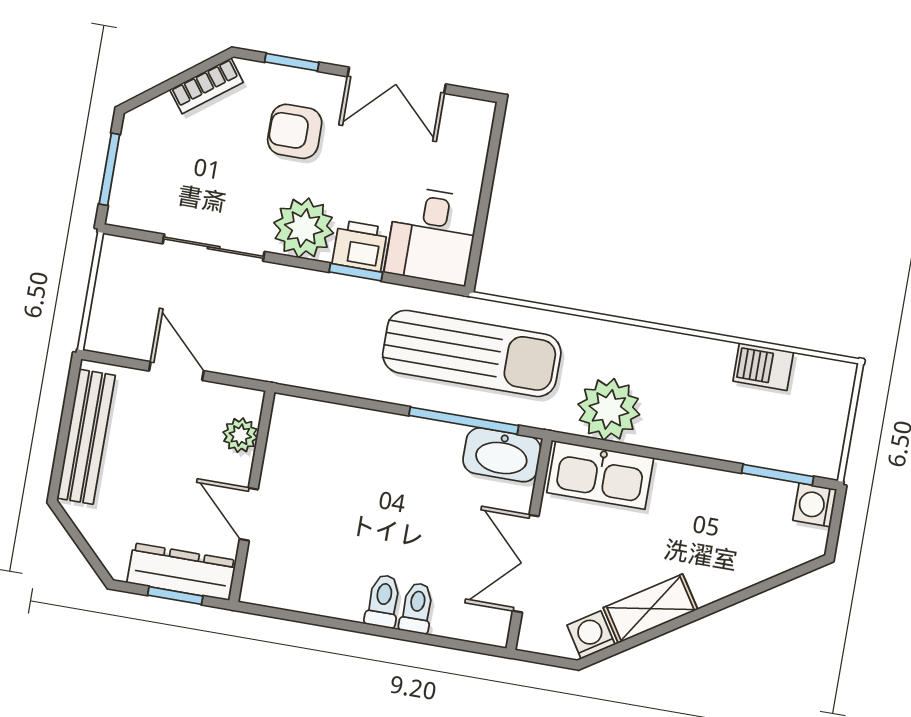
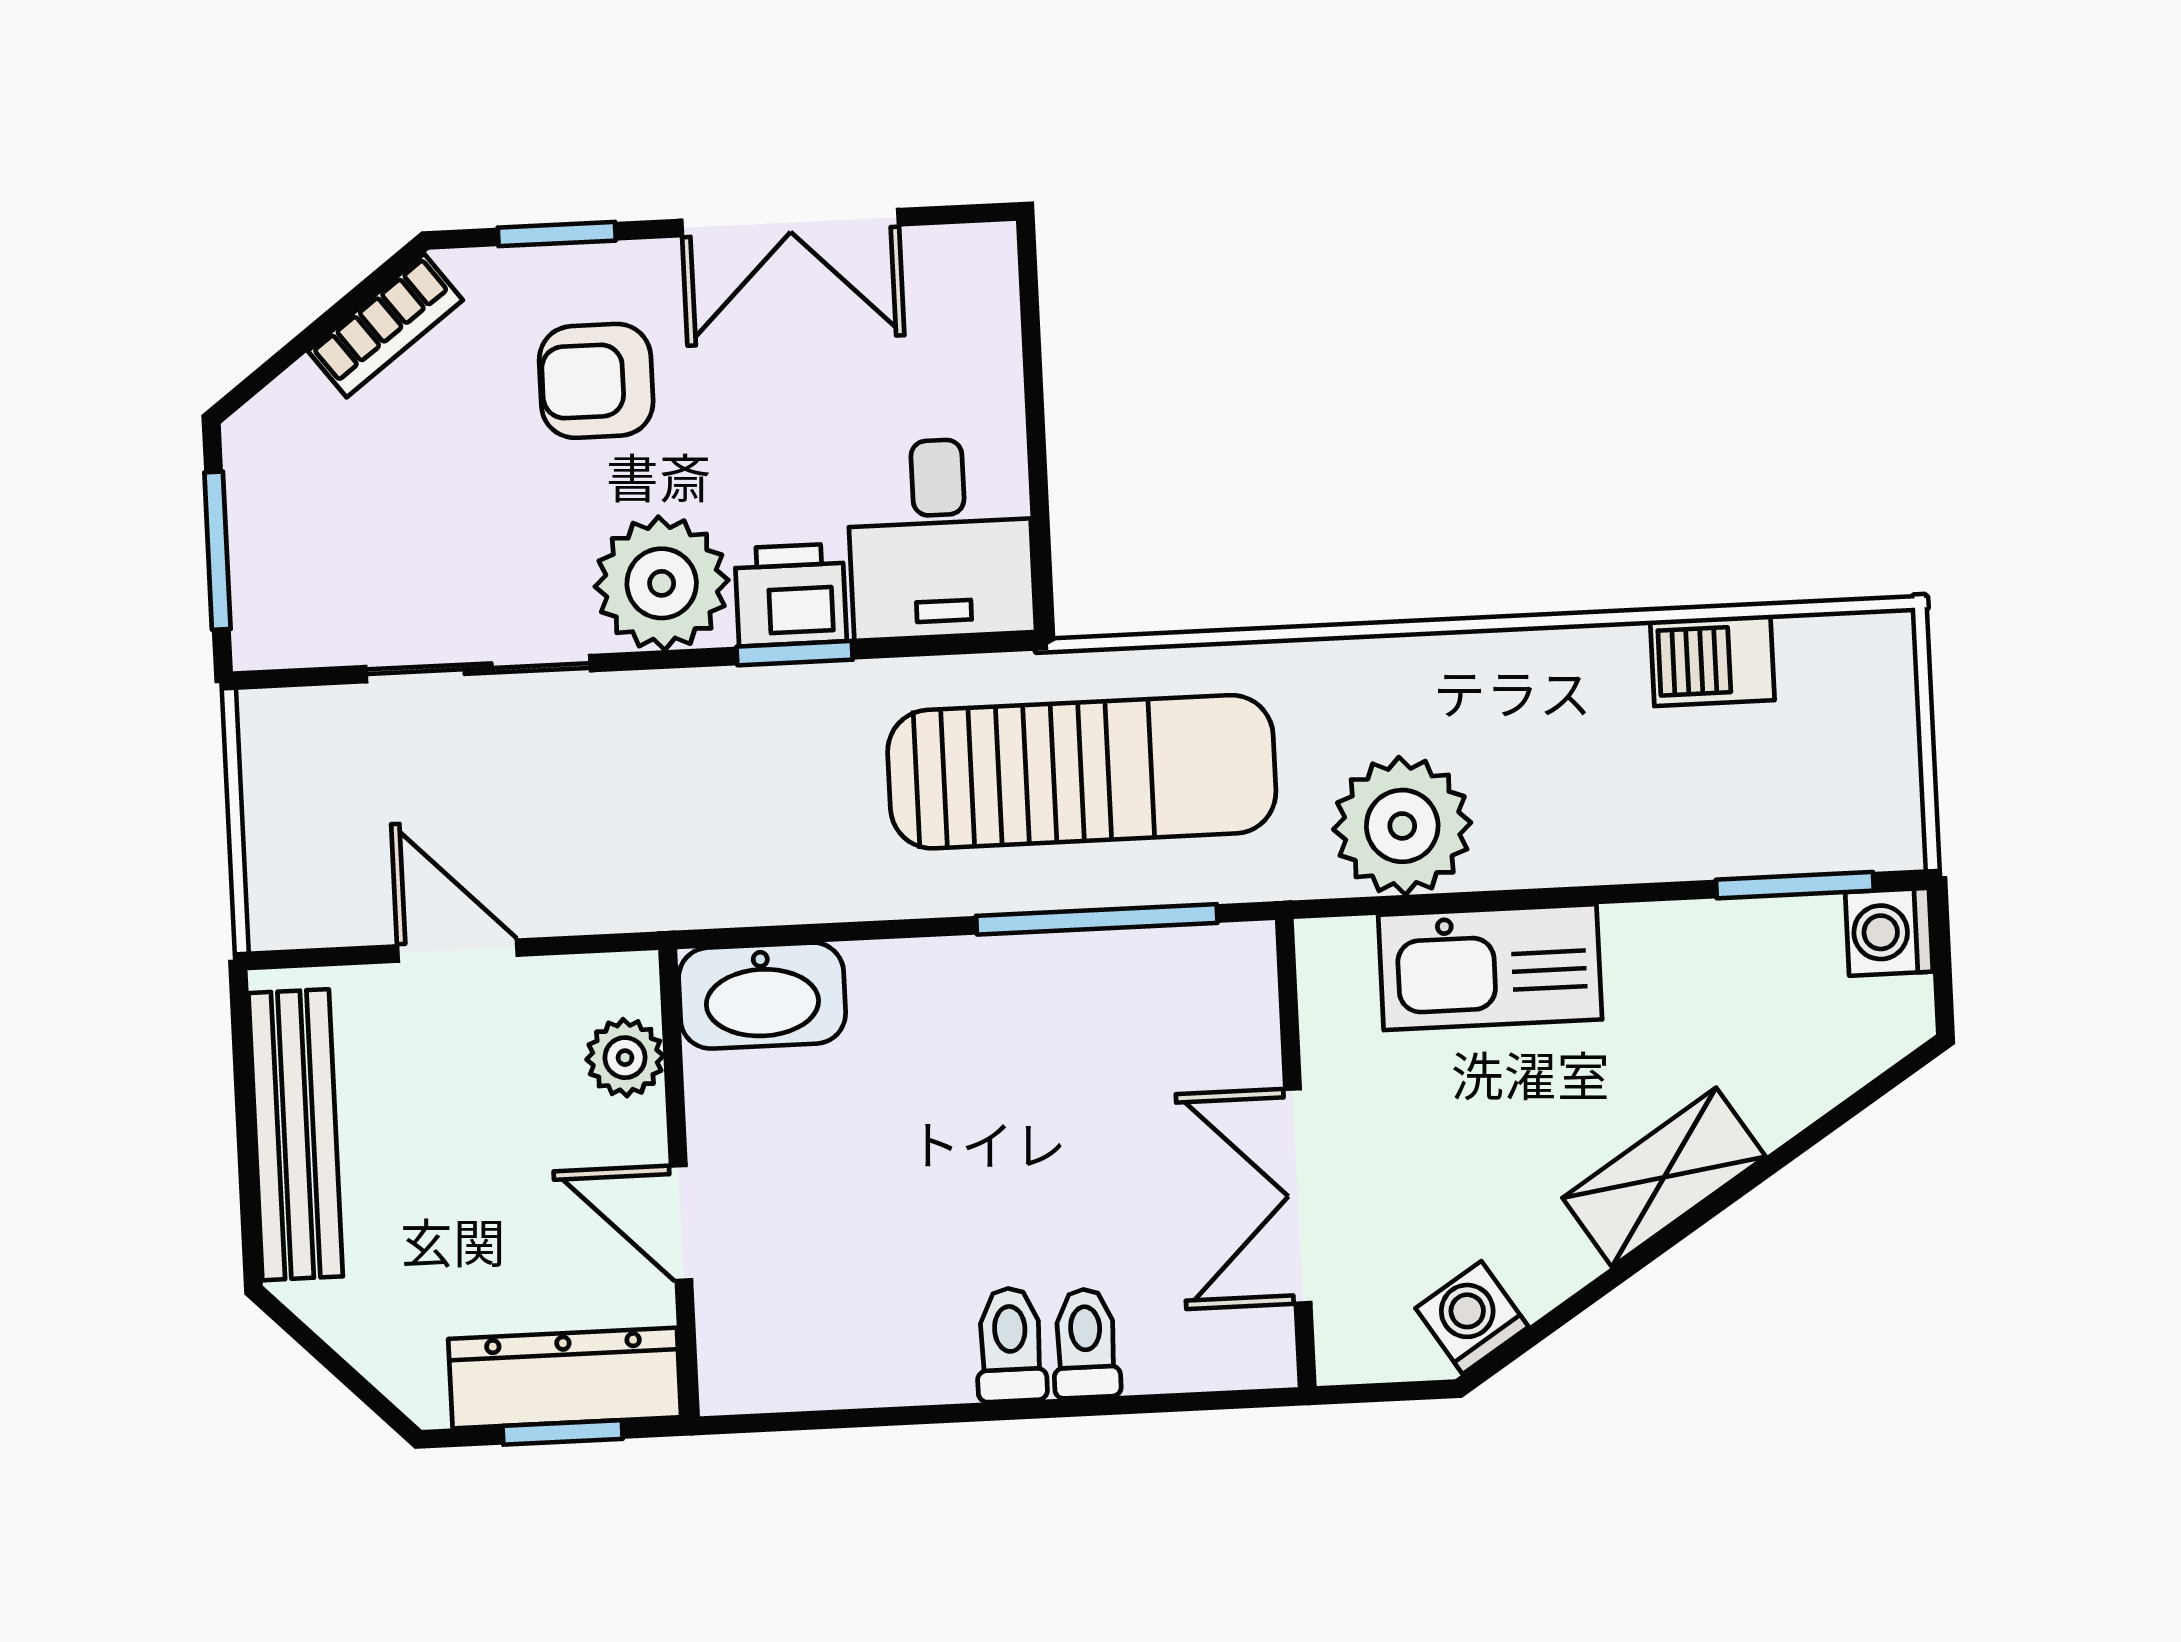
washbasin: (502, 455) -> (762, 996), moved
kitchen sink: (600, 475) -> (1490, 967), moved
shelving: (650, 609) -> (1664, 1177), moved

